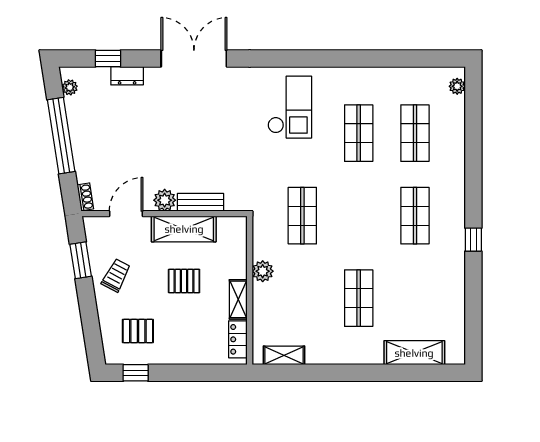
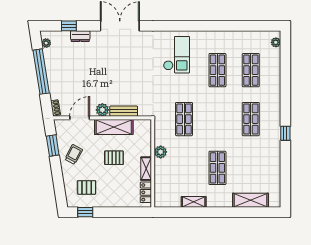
shelving: (284, 355) -> (194, 202), moved

